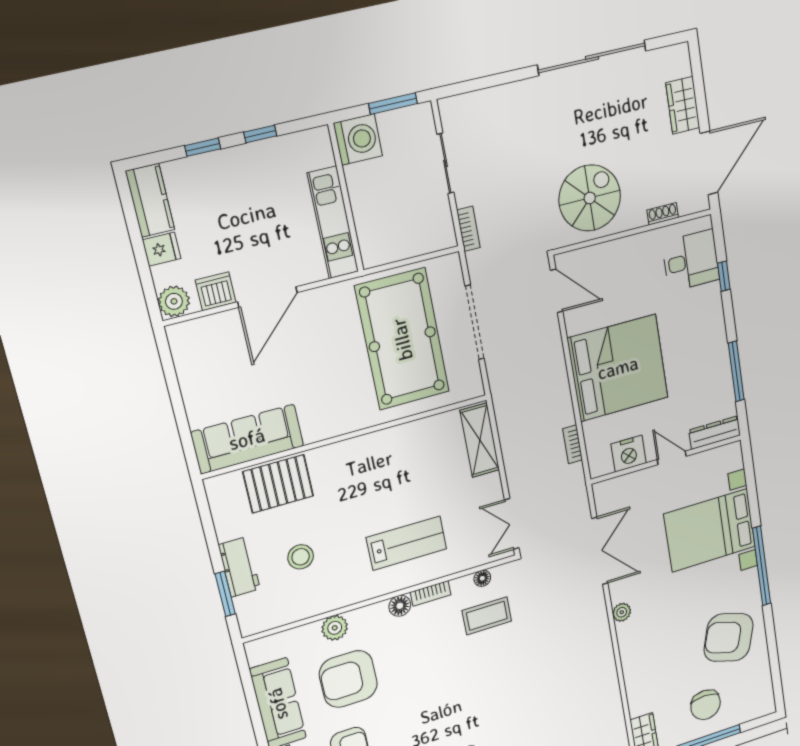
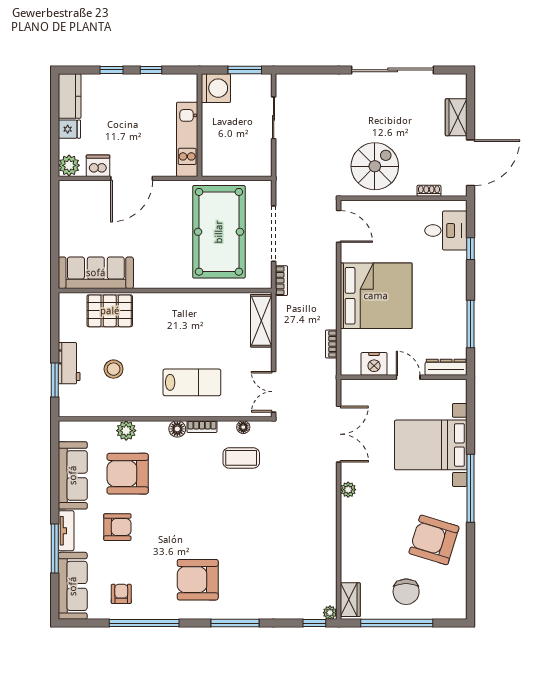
bookcase: (468, 229) -> (281, 281), moved

